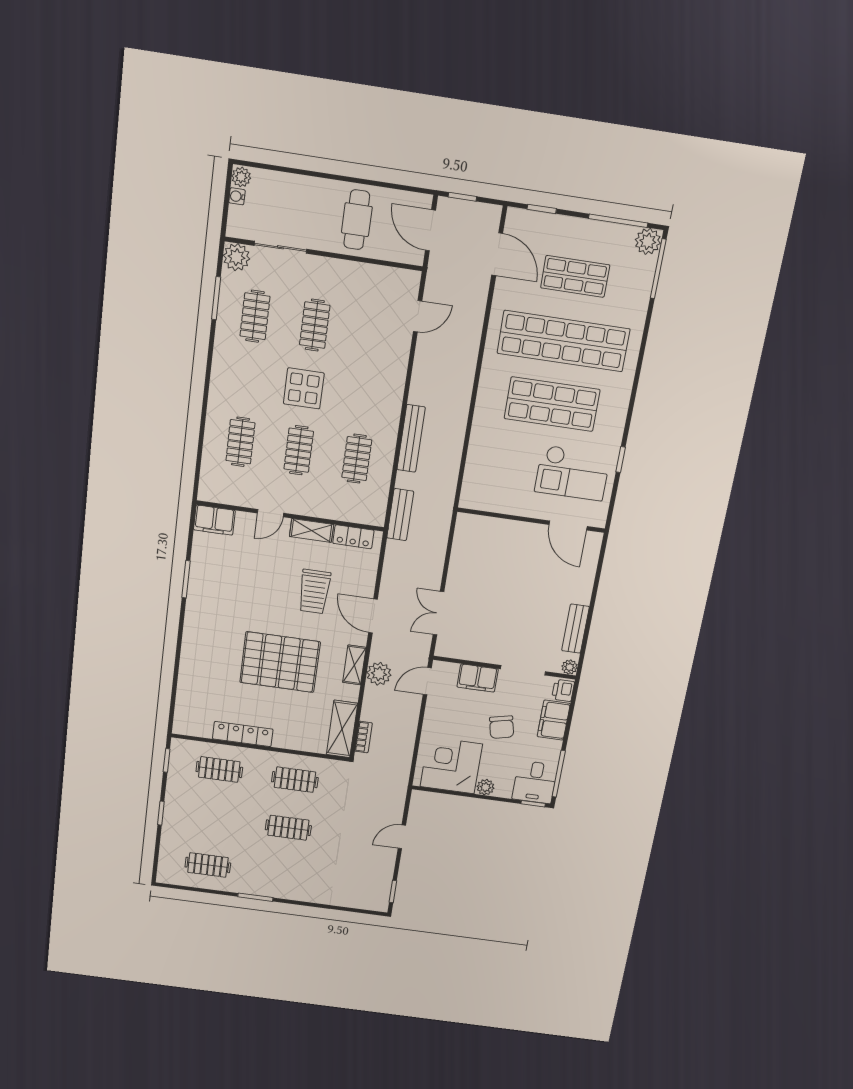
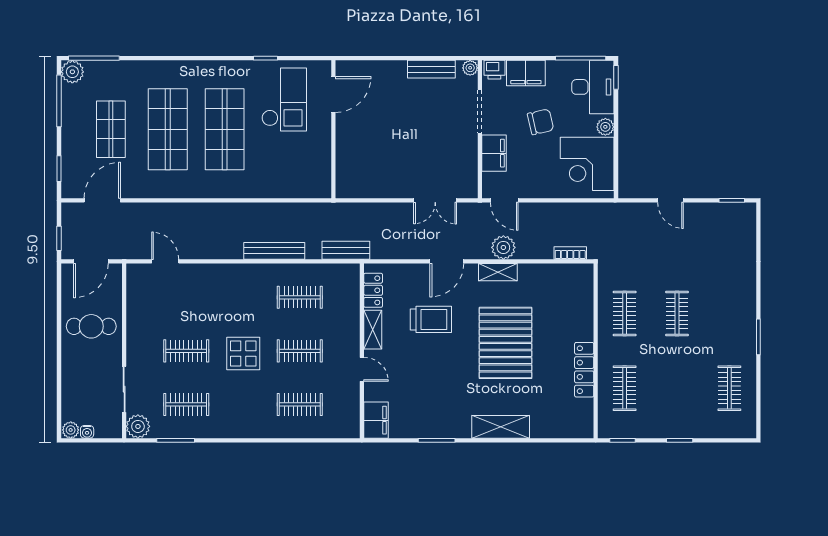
shop shelf: (563, 341) -> (168, 129), width x0.71
shelving: (342, 729) -> (501, 427), moved
desk: (535, 782) -> (593, 87), width x1.37

